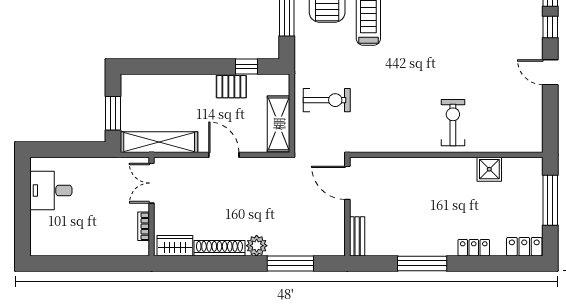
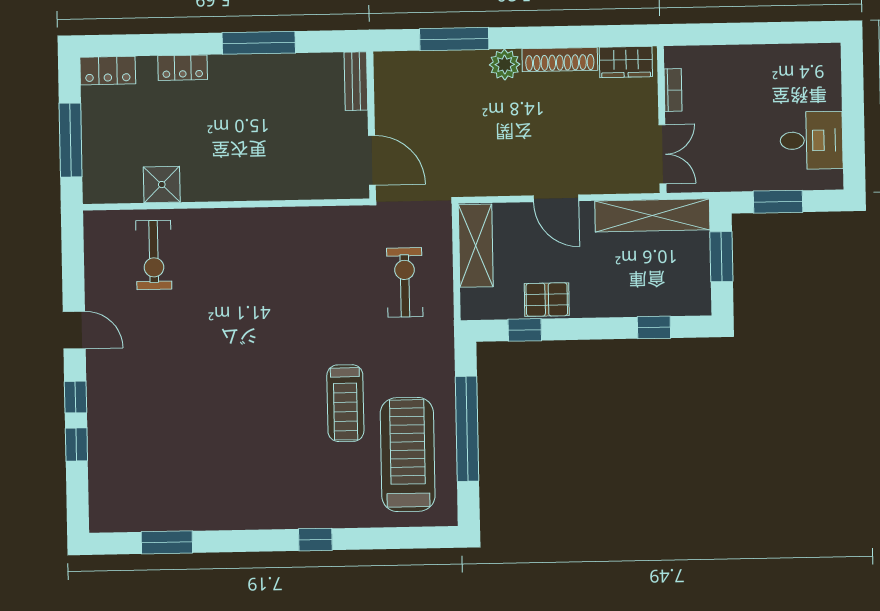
window: (159, 66) -> (654, 327), added
exercise bike: (327, 100) -> (405, 282), turned 90
exercise bike: (453, 123) -> (154, 255), moved
window: (74, 150) -> (778, 202), added

